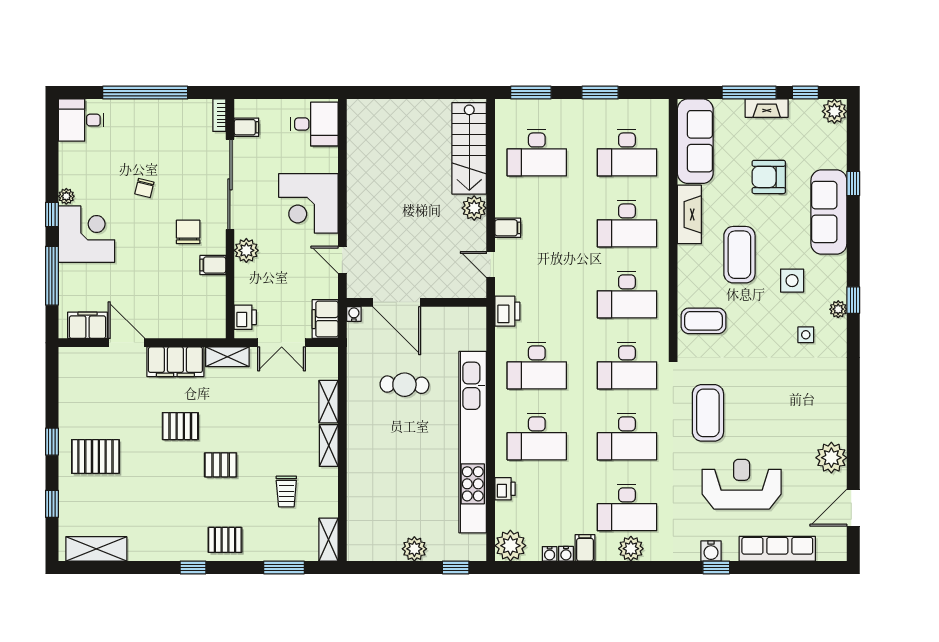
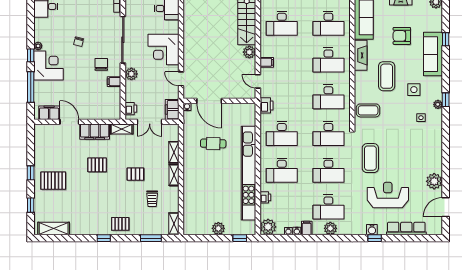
filing cabinet: (246, 127) -> (131, 10), removed
pallet: (221, 465) -> (135, 174), moved

